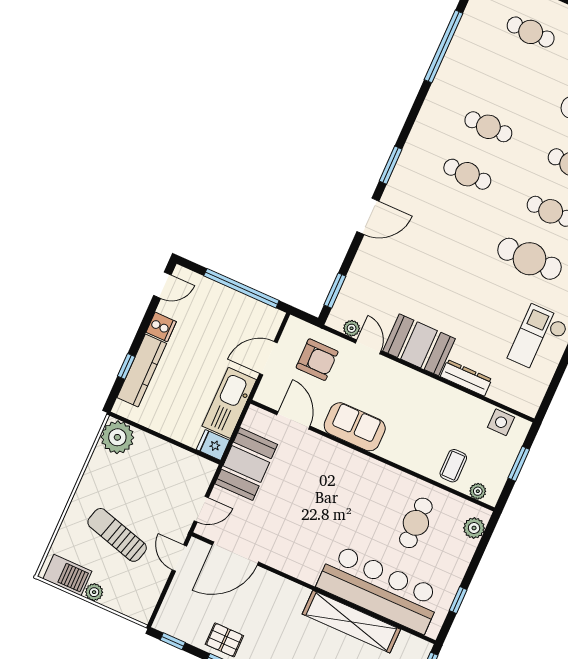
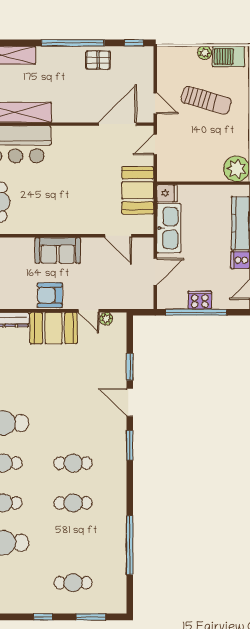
door: (368, 216) -> (130, 402), hinge flipped
window: (335, 291) -> (130, 367), moved
cooker: (231, 301) -> (200, 300), added
armchair: (317, 360) -> (50, 295), moved
sofa: (355, 427) -> (58, 250), moved

